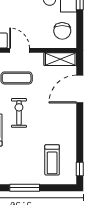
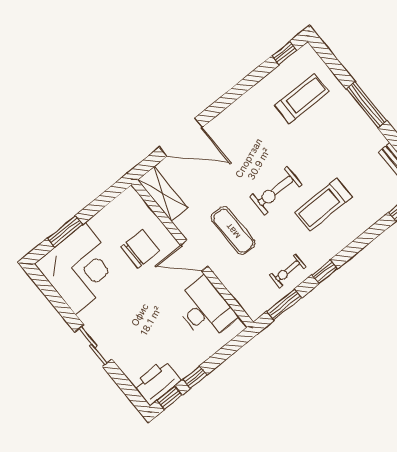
chair: (62, 31) -> (140, 249), moved
door: (20, 50) -> (194, 256), hinge flipped

